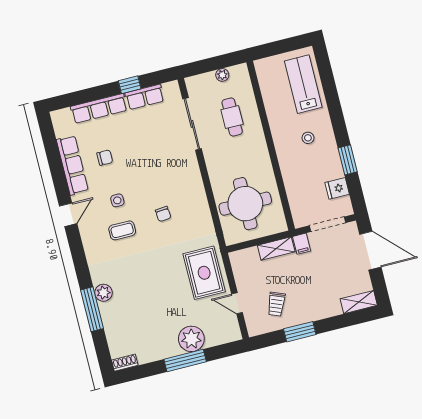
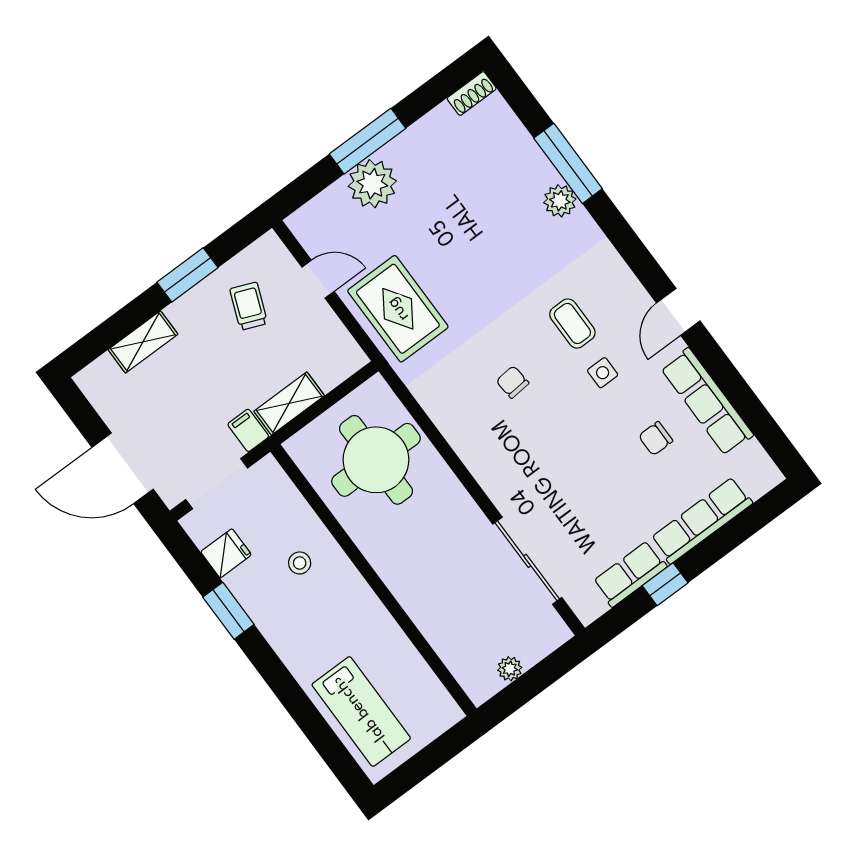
cafe table: (232, 117) -> (462, 602), removed
stool: (308, 138) -> (300, 563), moved
coffee table: (122, 230) -> (572, 324), turned 90
shelving: (359, 302) -> (143, 342), moved

